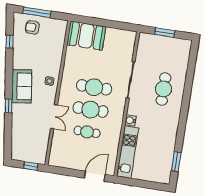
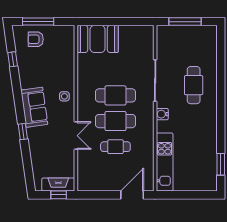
window: (165, 33) -> (185, 22), width x1.44
water cooler: (130, 120) -> (162, 114), moved
fireplace: (32, 157) -> (58, 185), added

